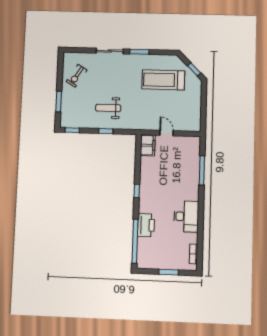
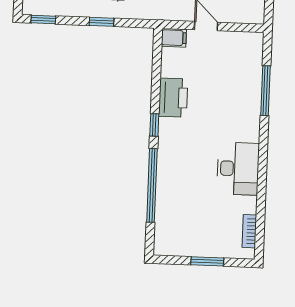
filing cabinet: (148, 145) -> (174, 38), width x0.50
printer: (146, 225) -> (173, 98), moved
window: (135, 241) -> (152, 185), moved

